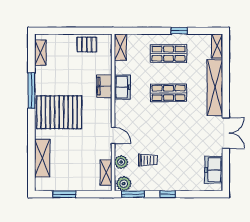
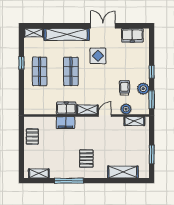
shelving: (120, 47) -> (87, 110), moved
pallet: (59, 112) -> (86, 159), width x0.49, depth x0.50
display table: (188, 127) -> (98, 56), added
plant: (124, 184) -> (143, 89), moved

